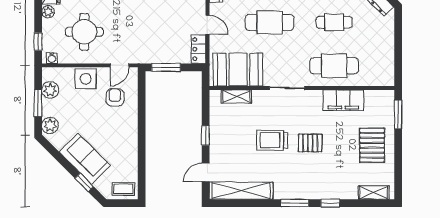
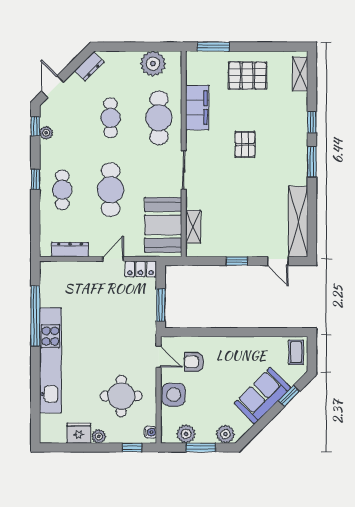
plant: (383, 60) -> (153, 64), added
trolley: (272, 140) -> (242, 187), removed

